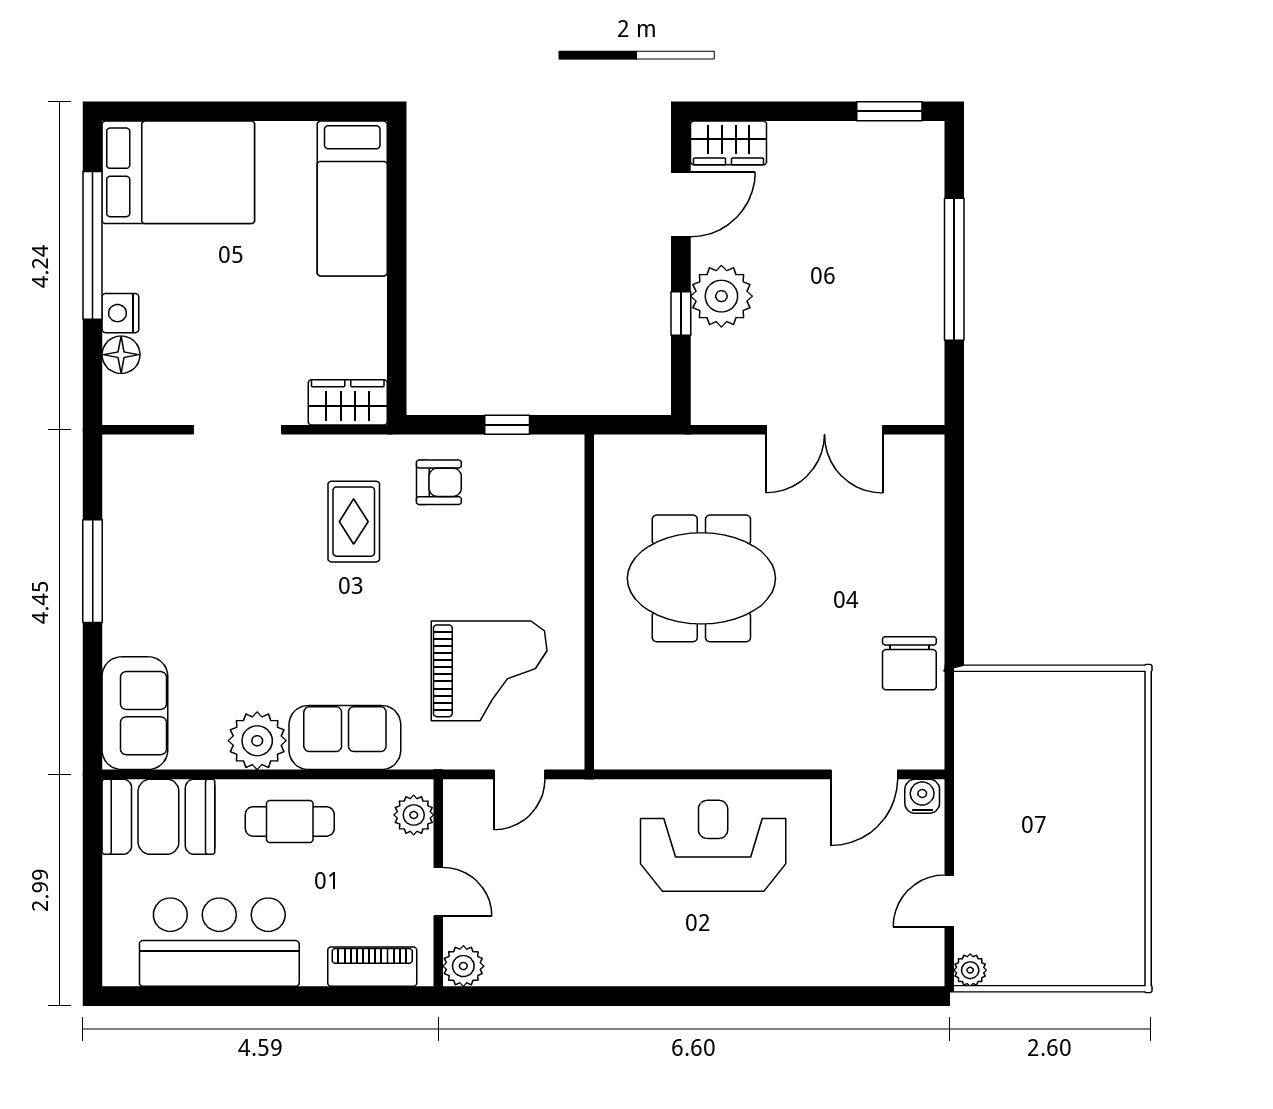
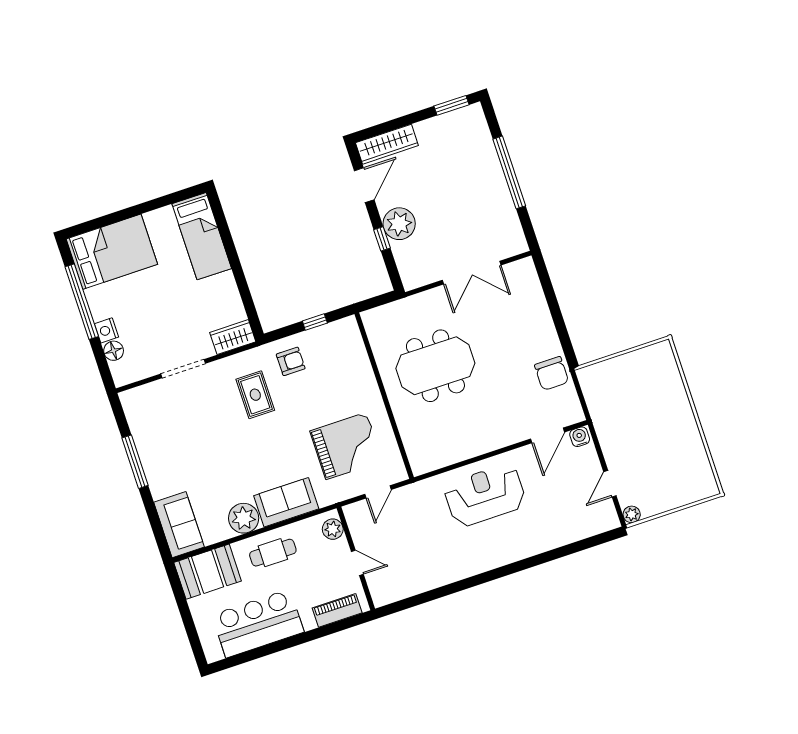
wardrobe: (729, 143) -> (387, 144), width x1.50
plant: (463, 966) -> (382, 595), removed

